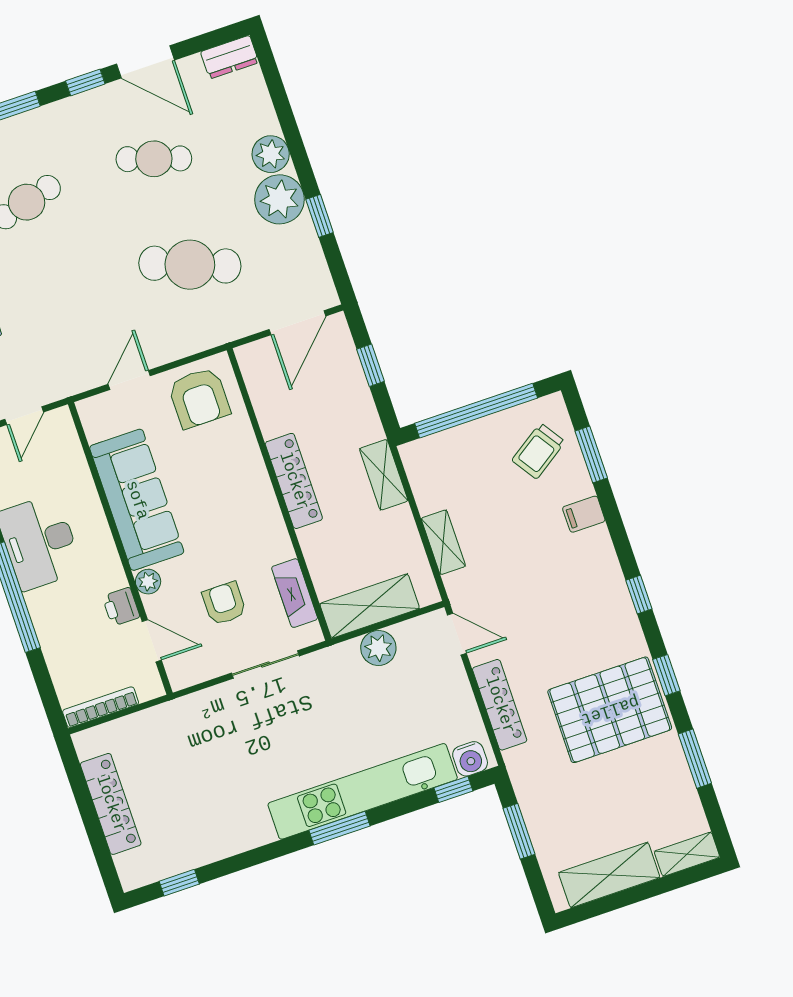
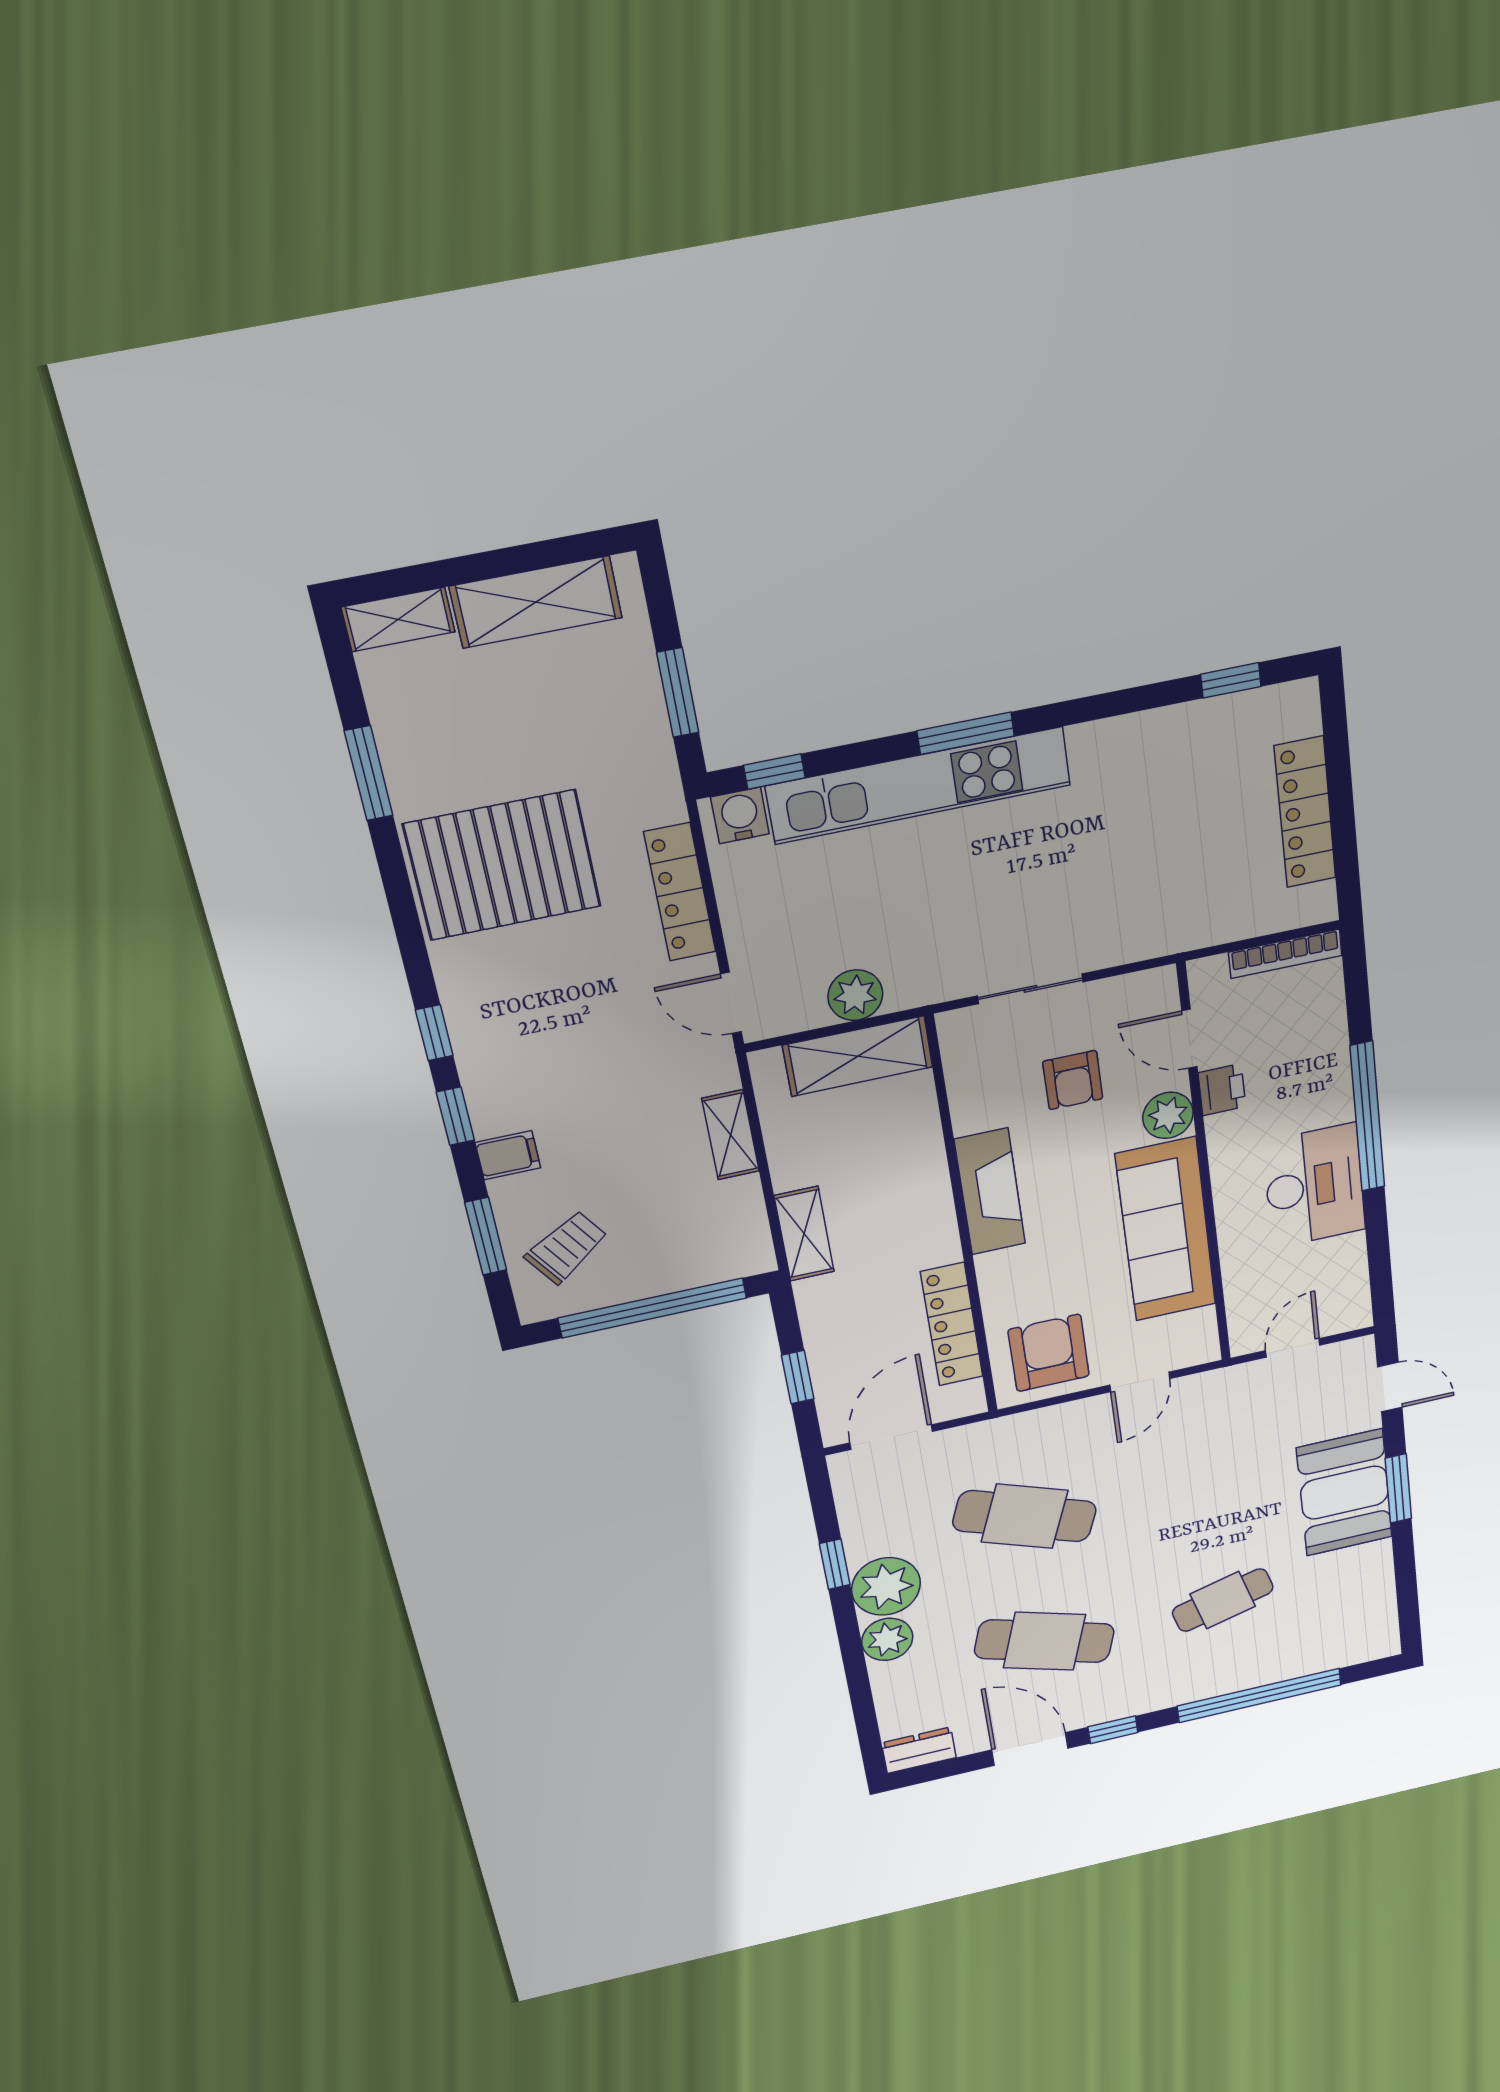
cafe table: (154, 159) -> (1044, 1641), width x1.37, depth x1.35
locker: (294, 481) -> (952, 1324), moved
plant: (148, 582) -> (1168, 1115), width x1.38, depth x1.38
fireplace: (295, 593) -> (990, 1192), moved, width x1.37, depth x1.32
window: (666, 675) -> (455, 1116), moved

